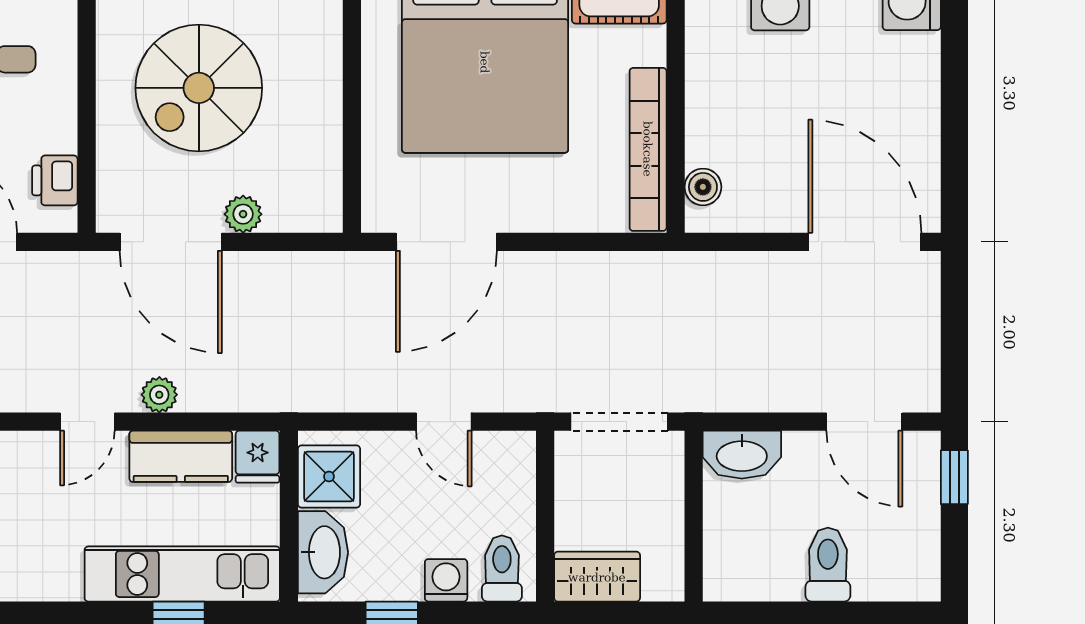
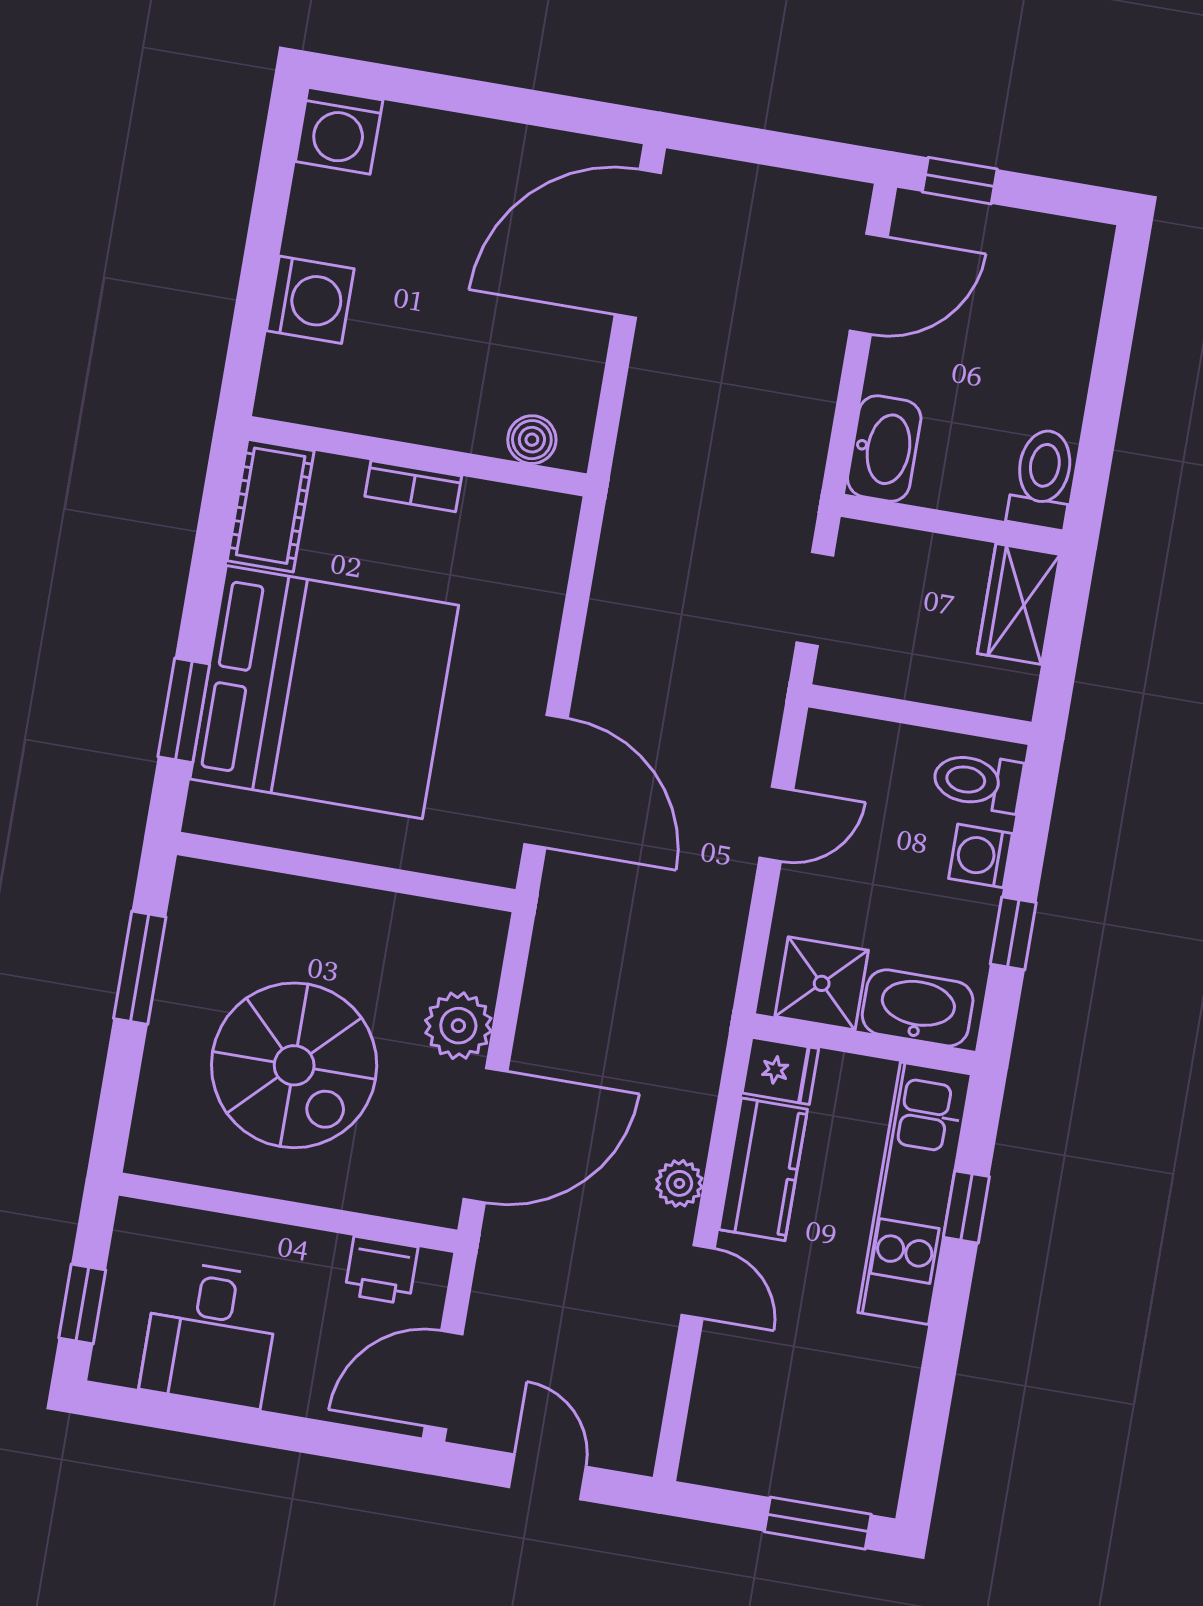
bookcase: (648, 149) -> (413, 486), width x0.43, depth x0.76
plant: (243, 214) -> (458, 1026), width x1.38, depth x1.38
doorway: (619, 422) -> (815, 599), width x0.73
toilet: (828, 565) -> (1043, 479), moved, turned 90
wardrobe: (597, 577) -> (1019, 604), moved

